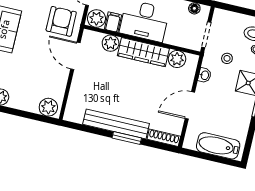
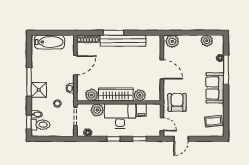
plant: (96, 18) -> (97, 110), moved
armchair: (61, 21) -> (177, 102), turned 180
door: (75, 56) -> (162, 69), moved

